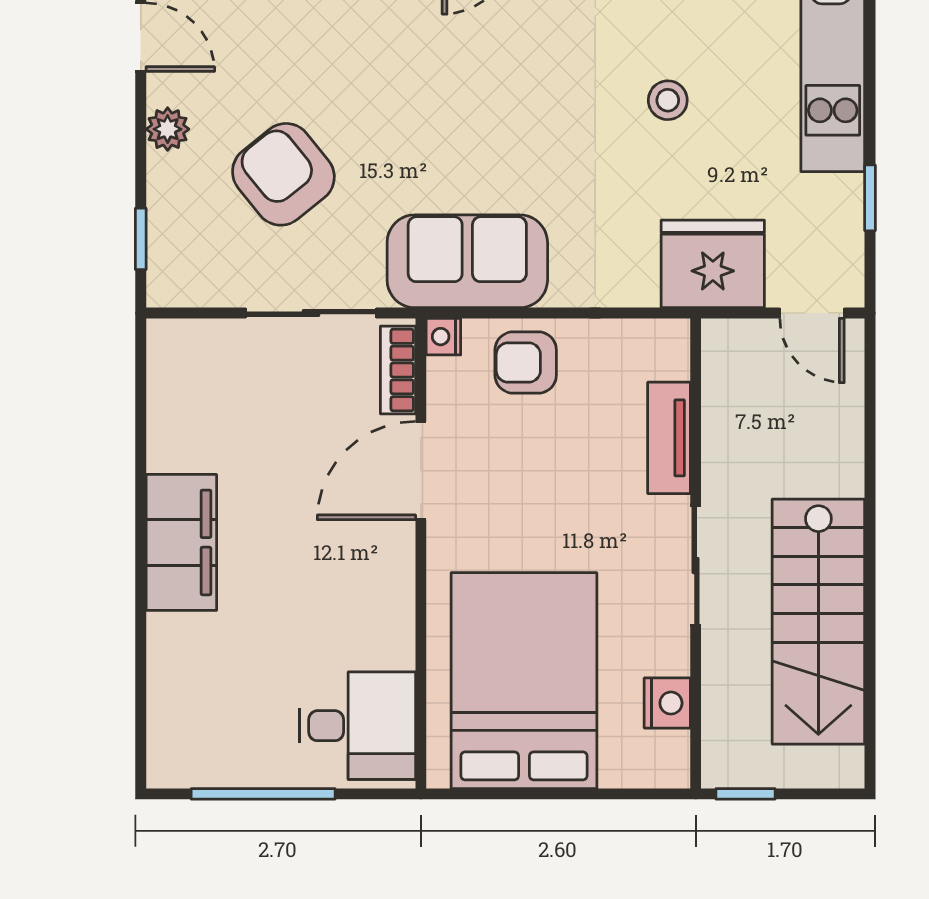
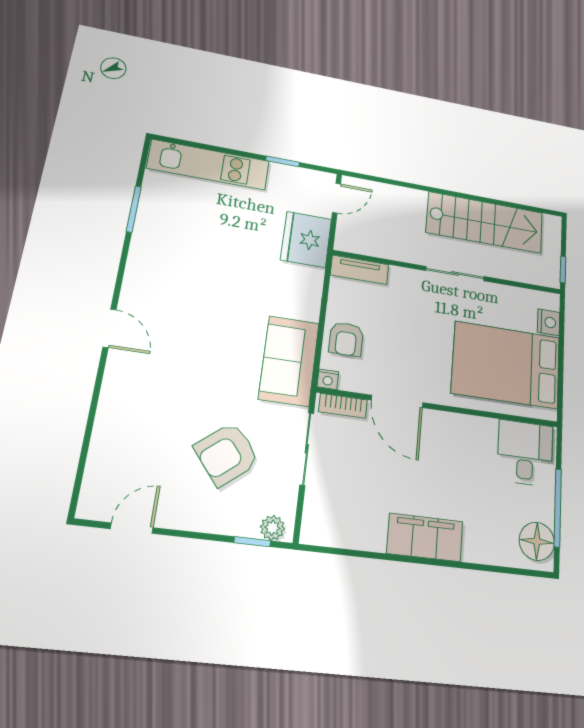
stool: (668, 100) -> (217, 246), removed
plant: (168, 129) -> (272, 528), moved
tv unit: (669, 438) -> (360, 270), moved
nightstand: (667, 703) -> (549, 322), moved, turned 90
floor lamp: (198, 754) -> (537, 541), added

